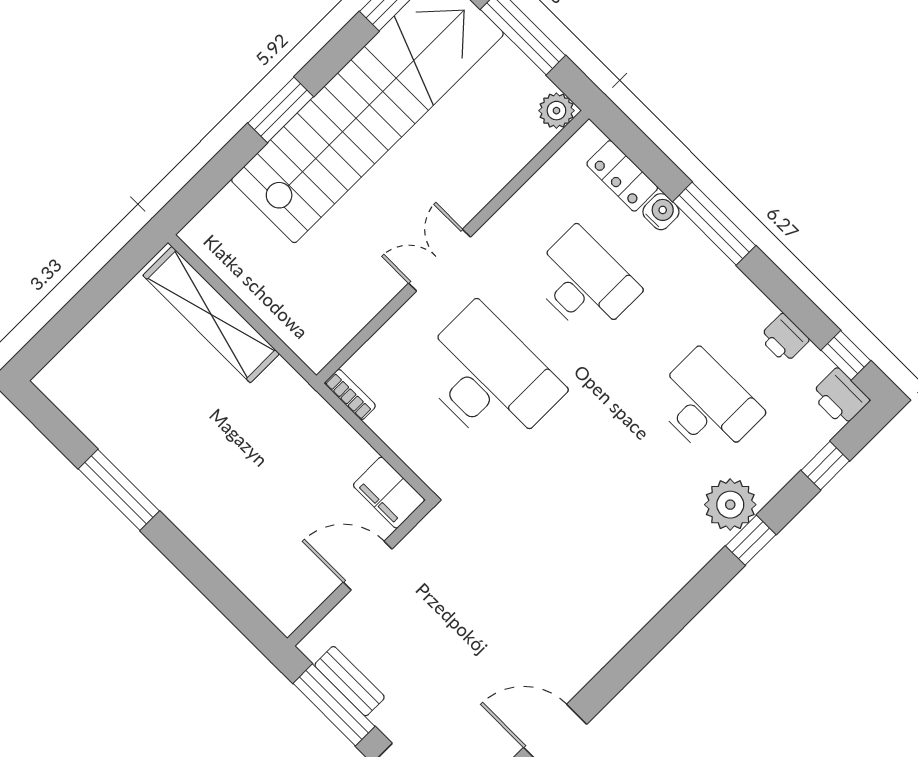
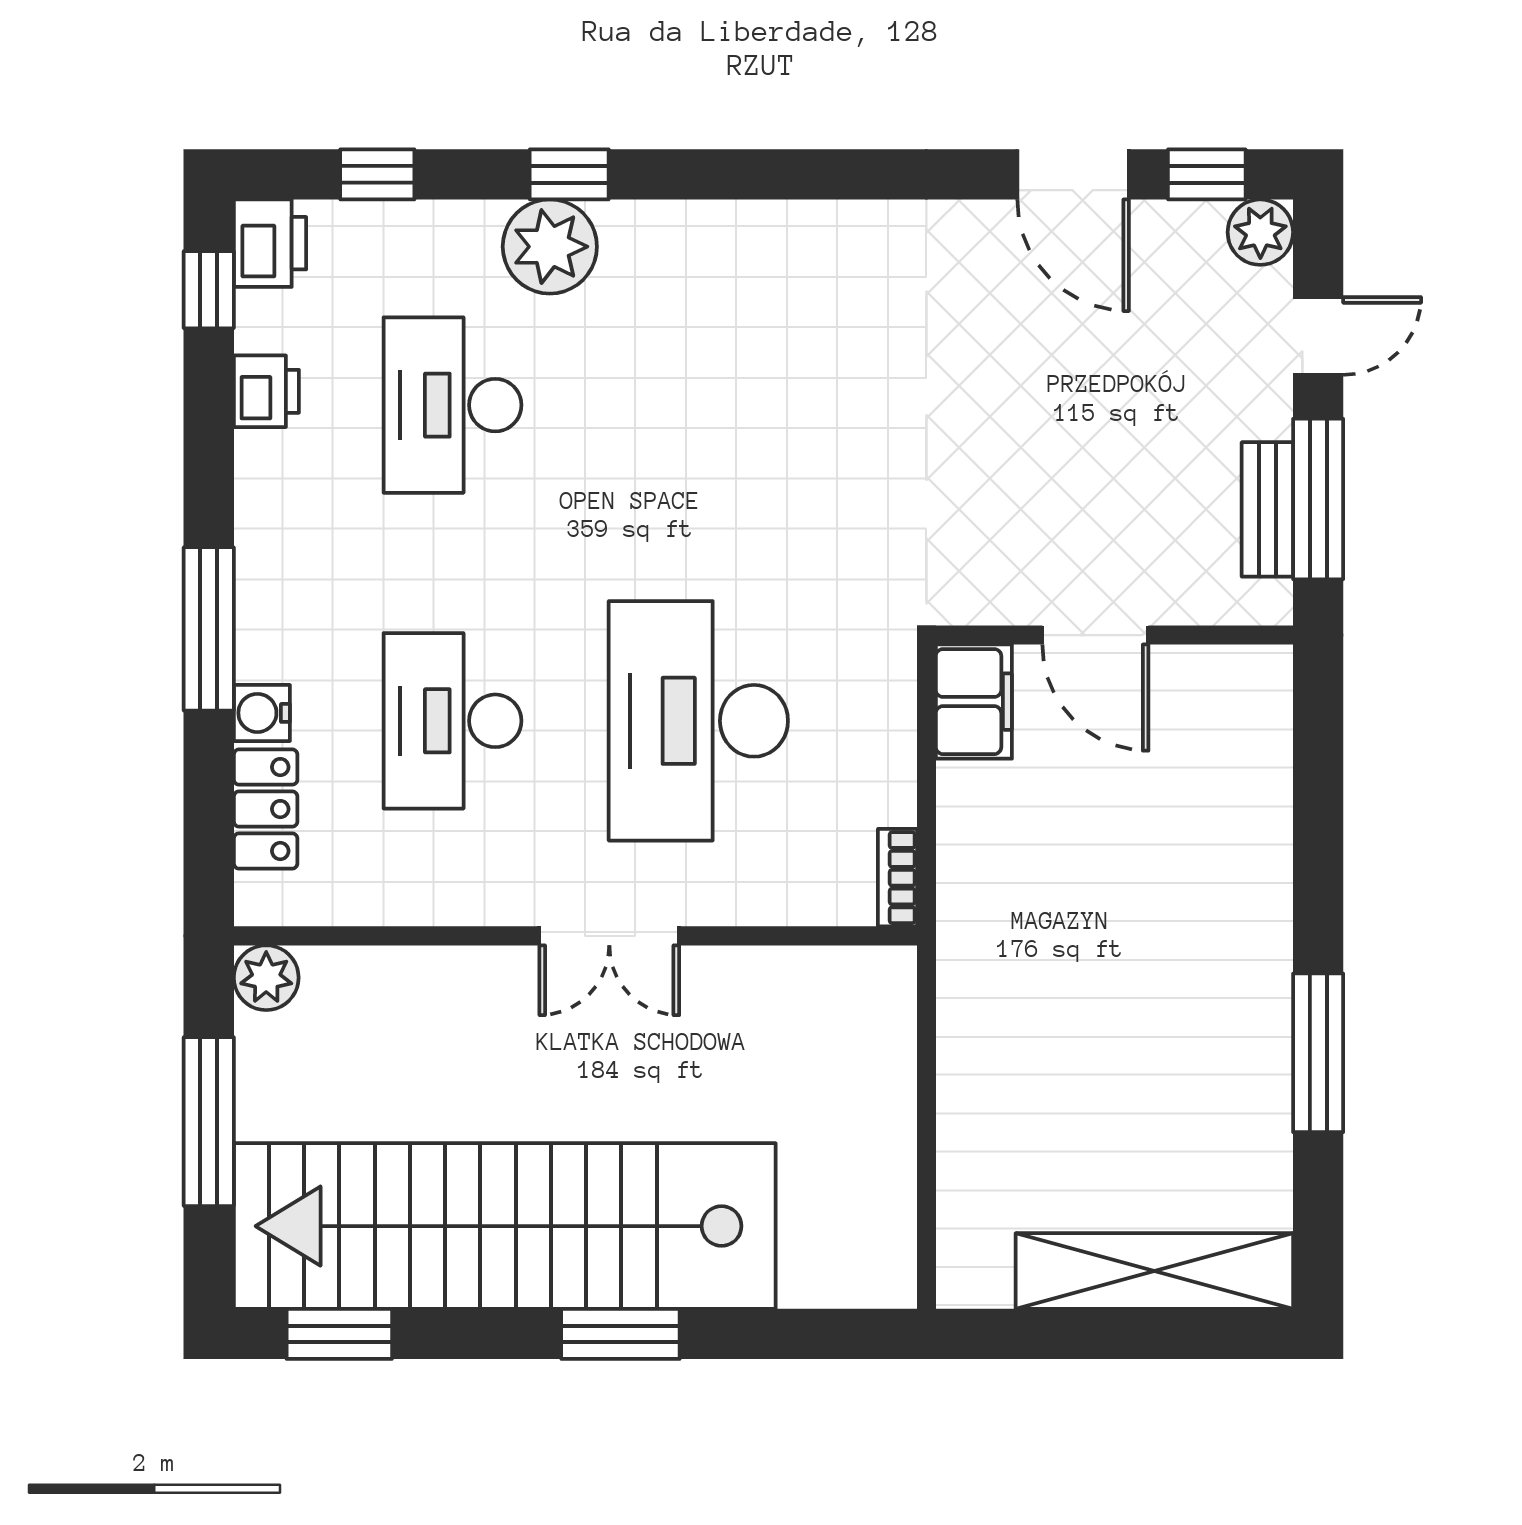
shelving: (211, 315) -> (1154, 1271), moved, turned 90

